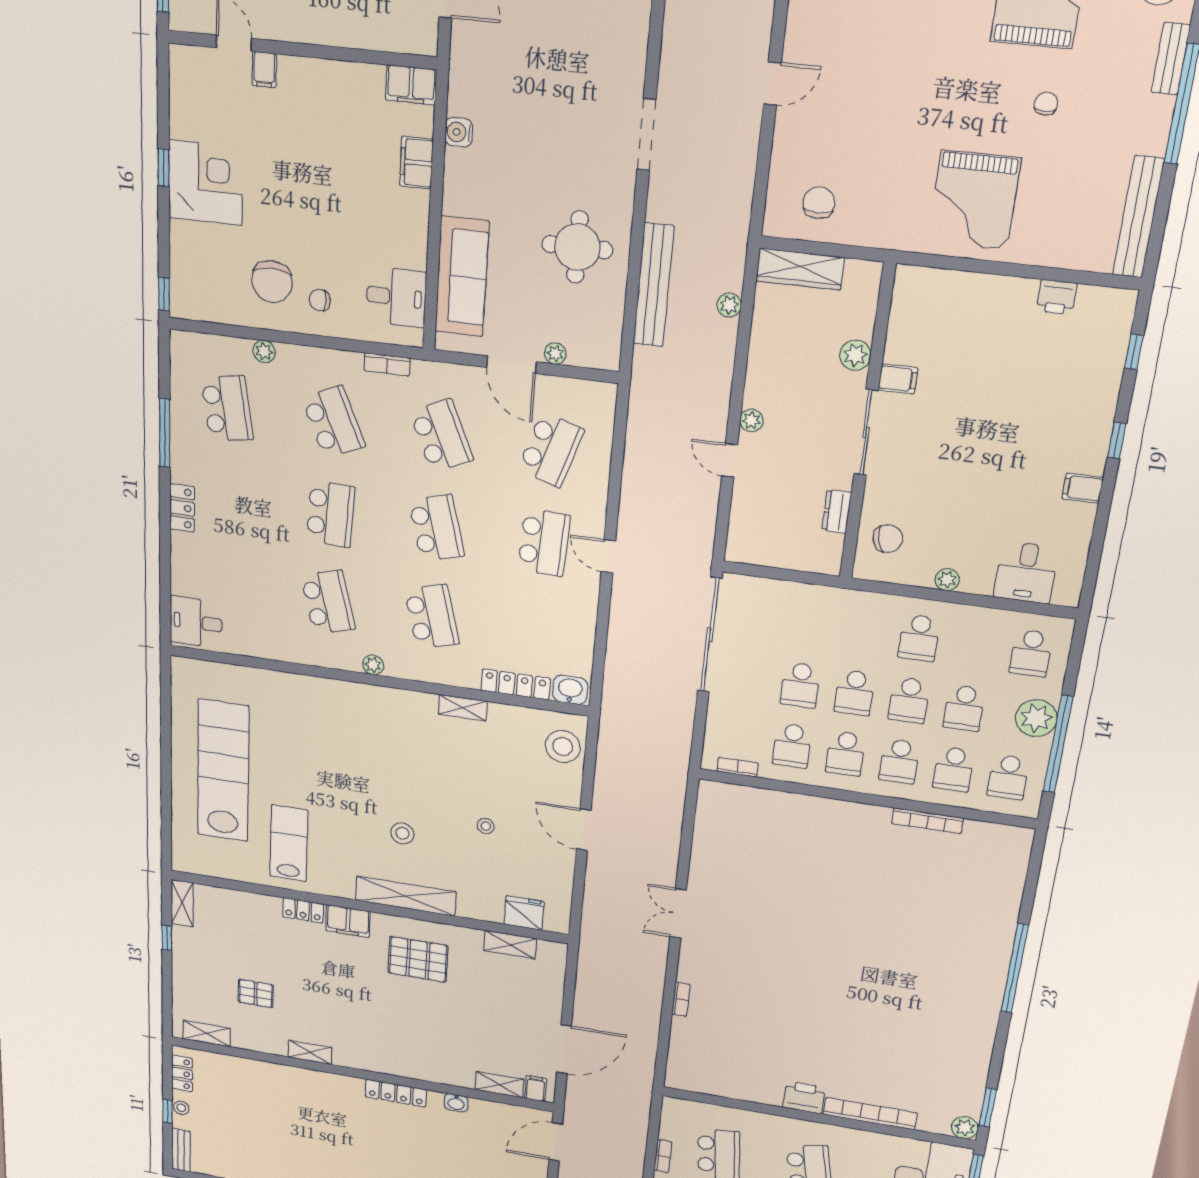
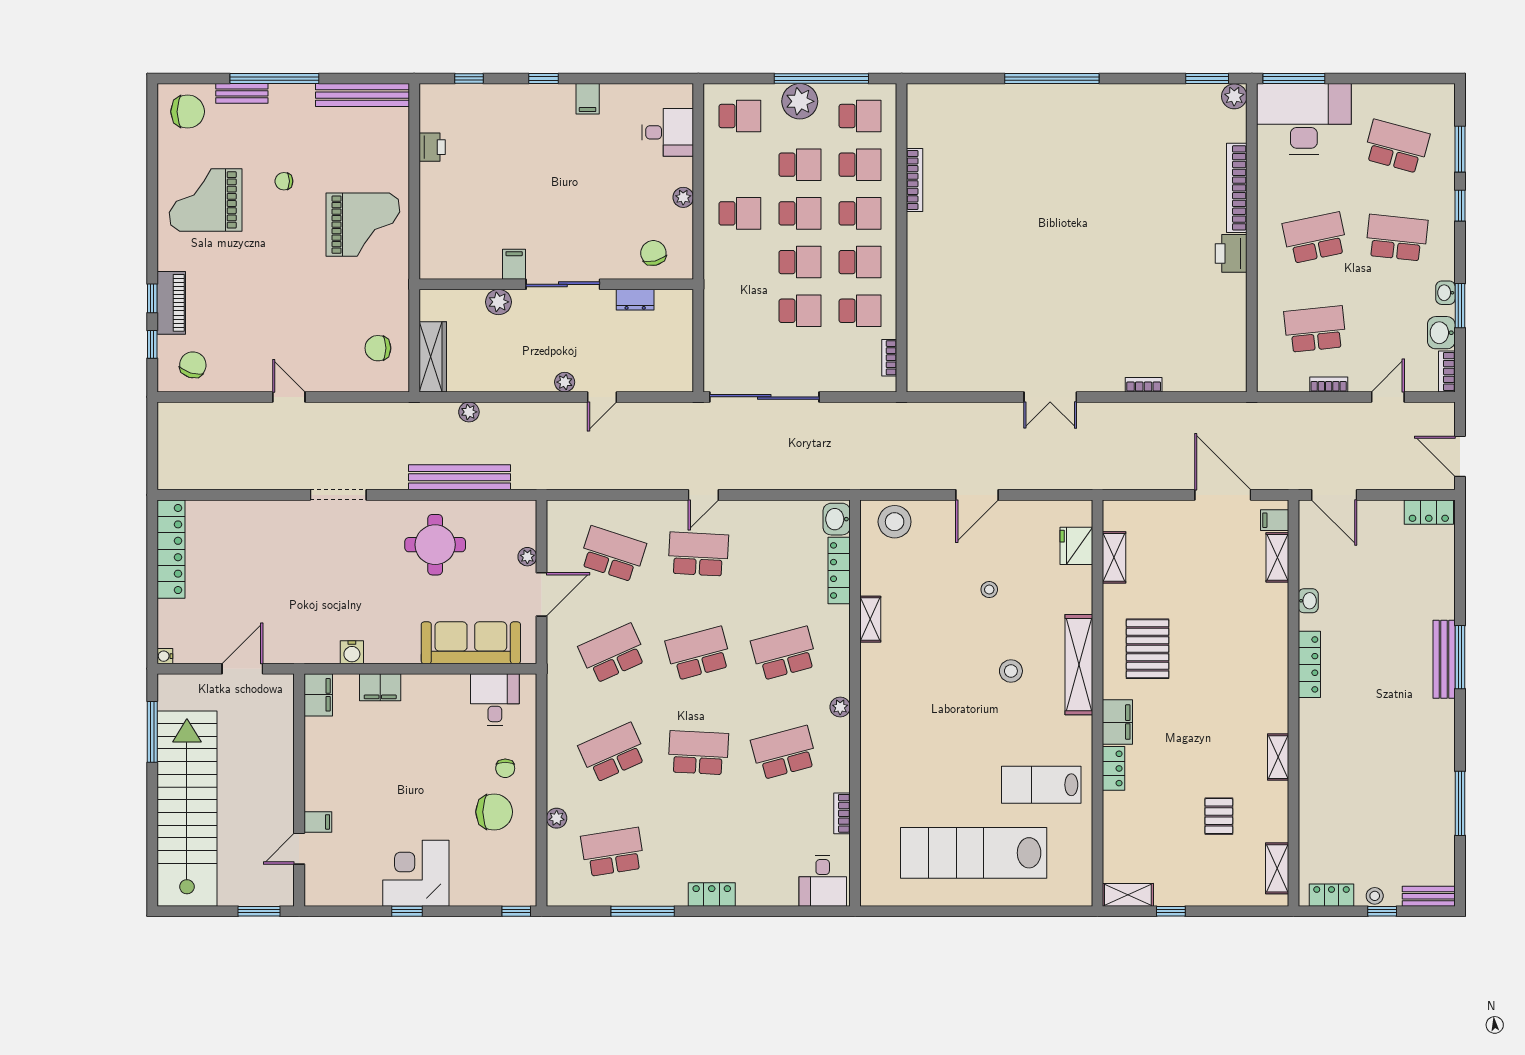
bookcase: (387, 364) -> (842, 813), moved, turned 180

